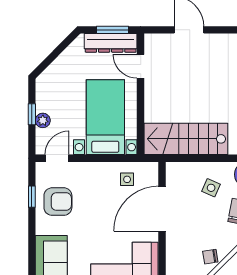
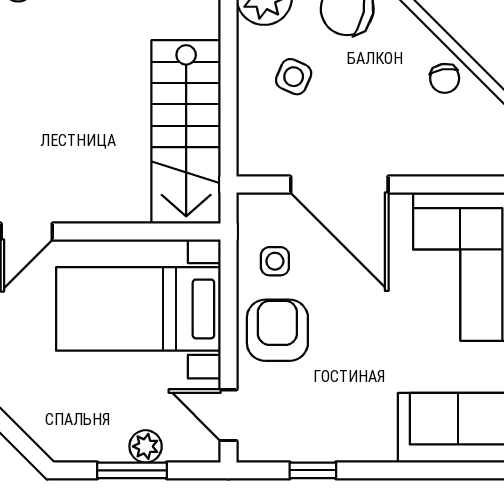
window: (32, 114) -> (132, 470), width x1.50
armchair: (58, 202) -> (277, 330), moved

